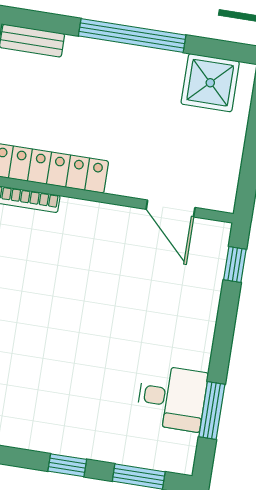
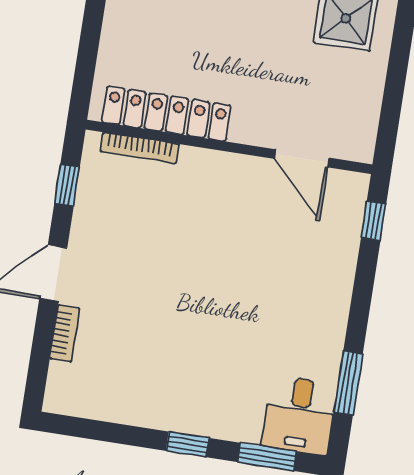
desk: (172, 398) -> (299, 415), moved, turned 90

